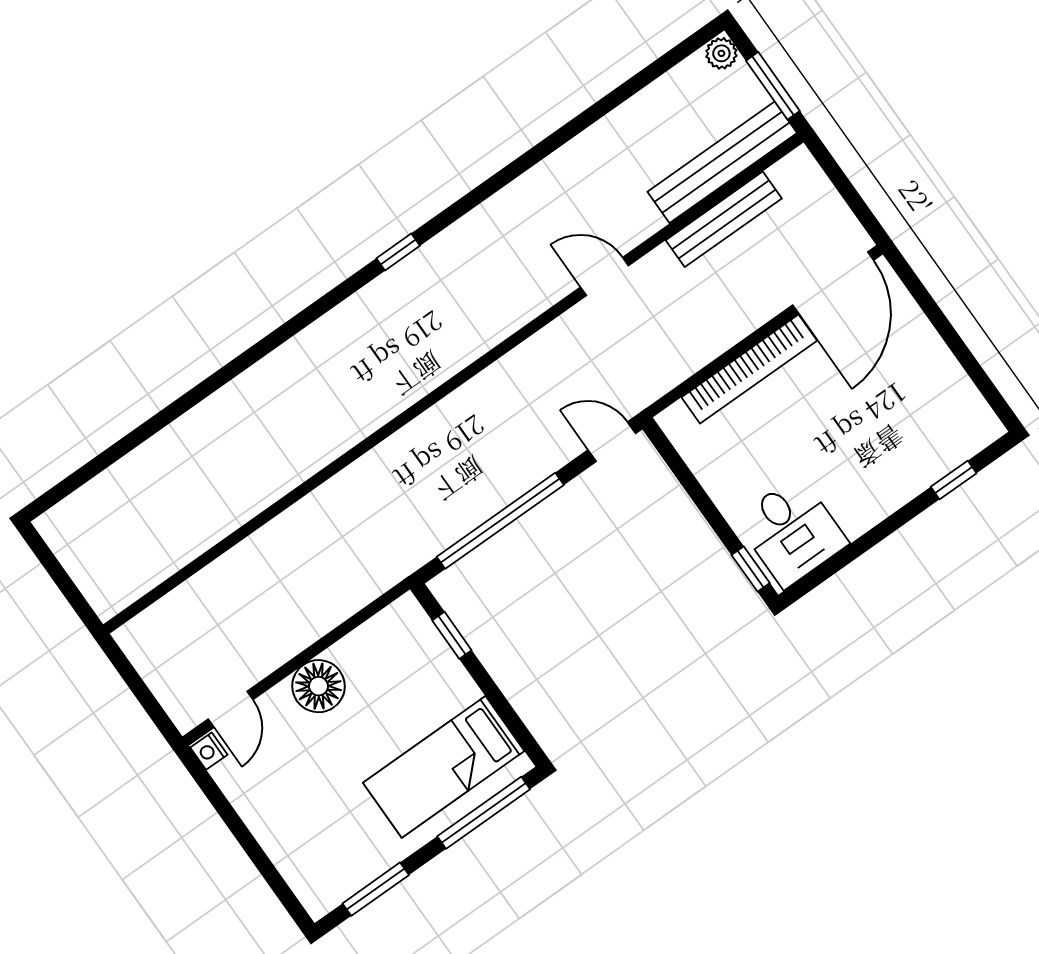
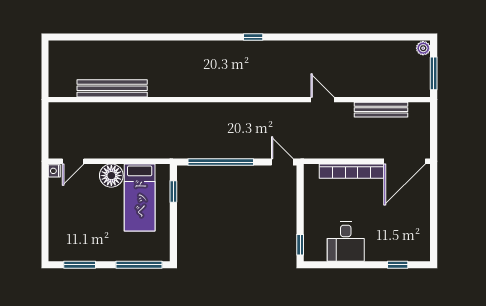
bench: (722, 162) -> (112, 88), moved
desk: (792, 531) -> (346, 242), moved
bed: (444, 767) -> (140, 198), moved, turned -90

